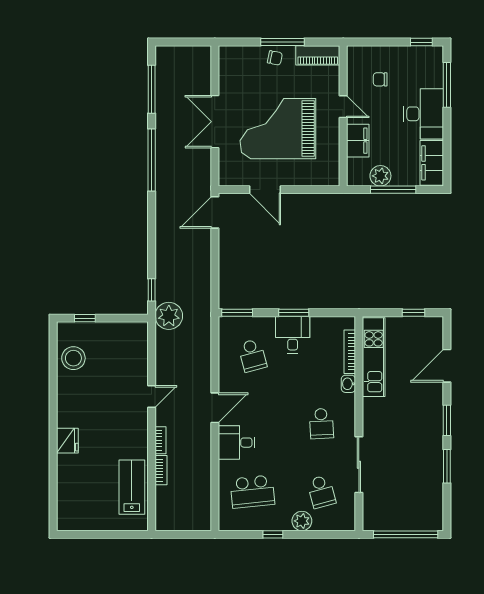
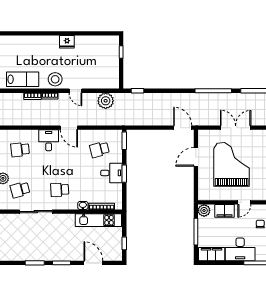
plant: (380, 176) -> (204, 210), moved
plant: (169, 316) -> (106, 101), moved
stool: (73, 358) -> (55, 79), moved
fridge: (67, 441) -> (67, 42), moved
school desk: (252, 492) -> (20, 150), width x0.54

